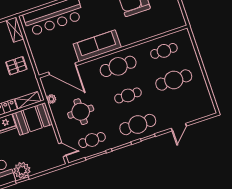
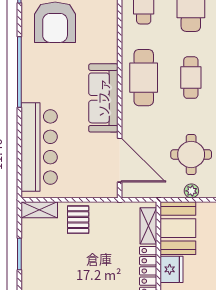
pallet: (16, 66) -> (78, 220), moved
door: (62, 69) -> (120, 160), hinge flipped
plant: (51, 99) -> (191, 191), moved

